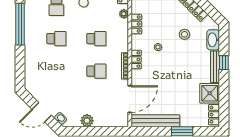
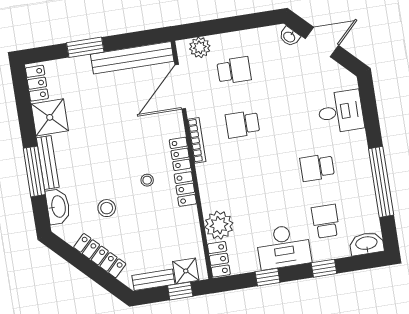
plant: (124, 14) -> (219, 225), width x1.87, depth x1.87
locker: (136, 24) -> (185, 189), moved
school desk: (96, 39) -> (234, 70), moved, turned 180
window: (224, 63) -> (34, 171), width x2.17
desk: (37, 69) -> (341, 112), added
plant: (87, 121) -> (200, 47), moved

